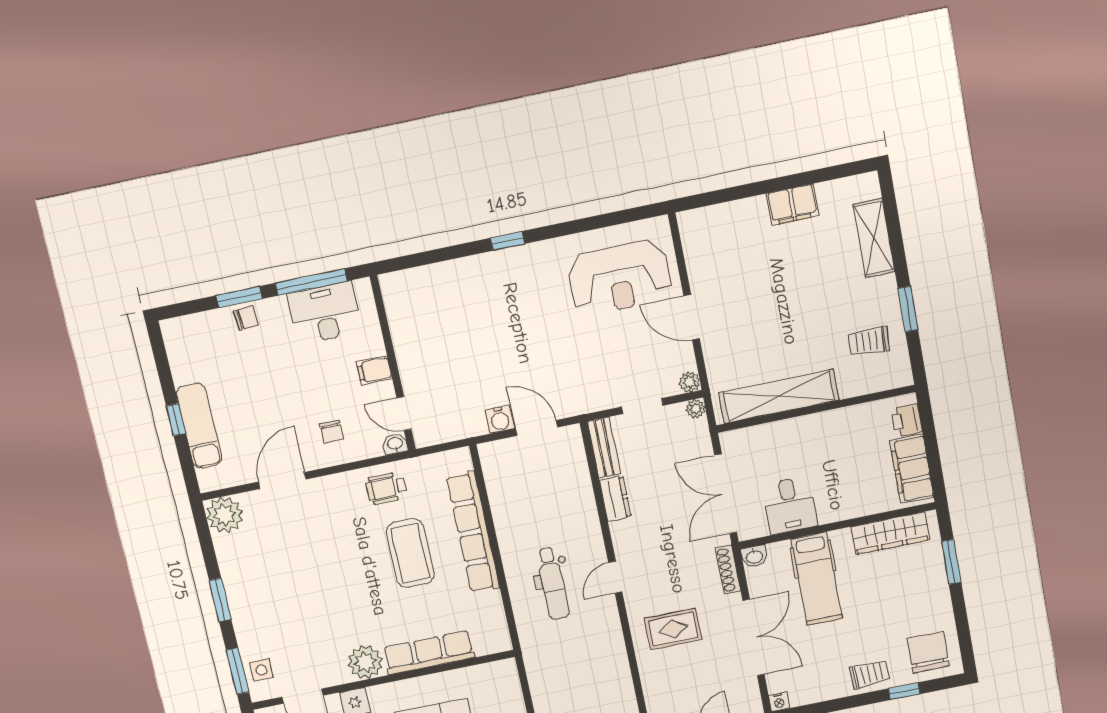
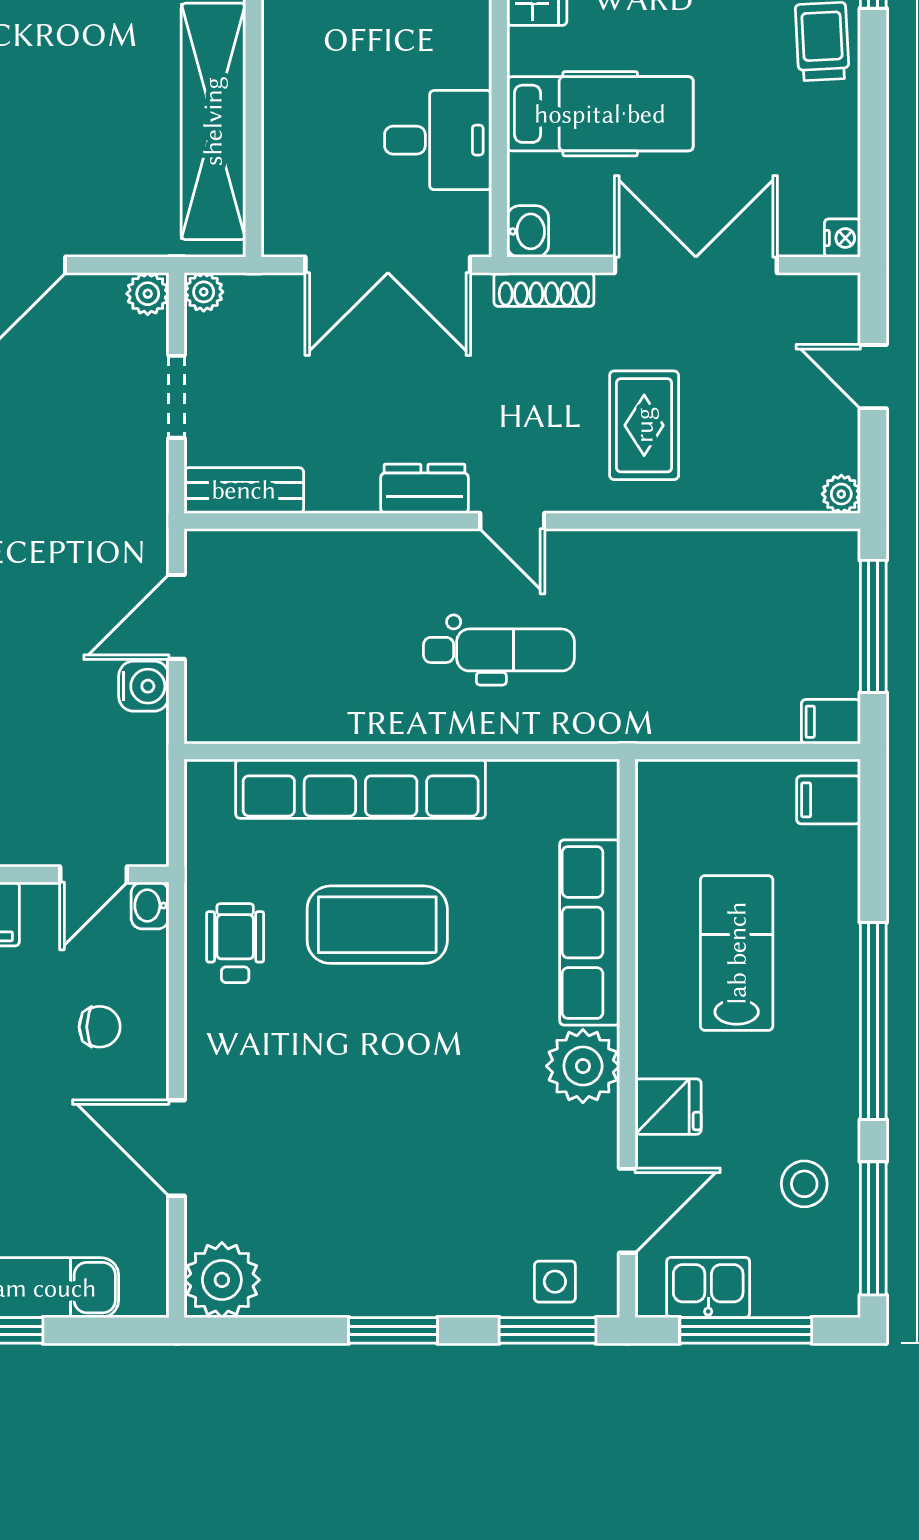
wheelchair: (386, 488) -> (235, 943), turned 180
dresser: (615, 499) -> (424, 489), moved

